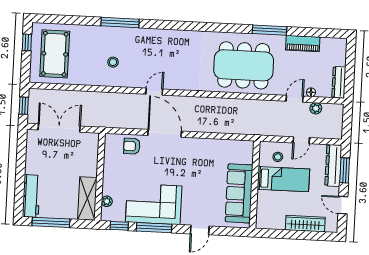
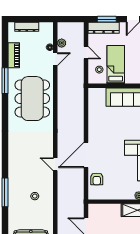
dresser: (339, 82) -> (27, 27), moved
door: (295, 99) -> (55, 59), swing flipped

